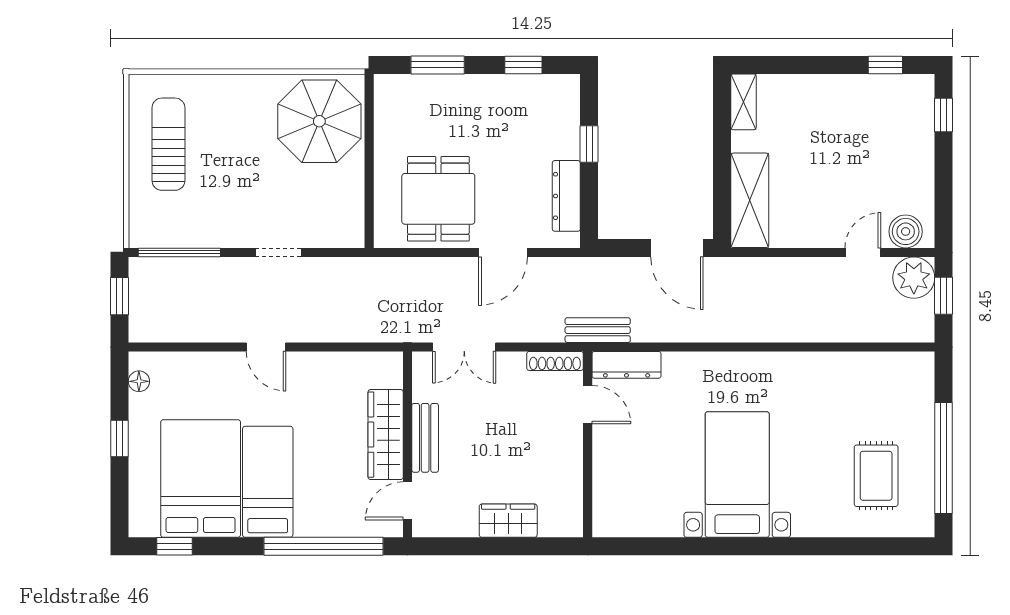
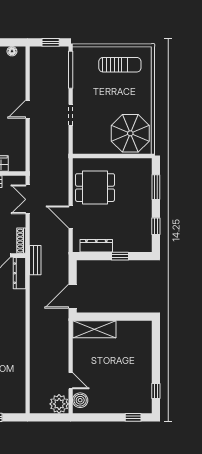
shelving: (743, 102) -> (139, 326), removed
window: (943, 296) -> (51, 417), removed

